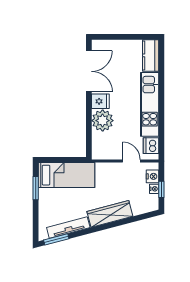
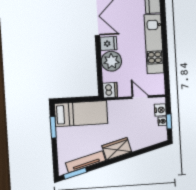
dishwasher: (151, 146) -> (110, 90), moved, turned 180
wardrobe: (110, 214) -> (117, 149), width x0.67

